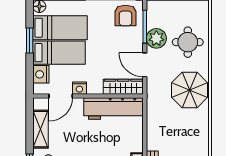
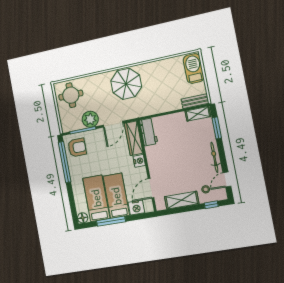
window: (30, 41) -> (111, 221), width x1.44
round table: (188, 42) -> (71, 95), moved
nightstand: (79, 88) -> (139, 161), moved
door: (61, 96) -> (151, 188), swing flipped
workbench: (114, 108) -> (149, 132), width x0.53, depth x0.76

